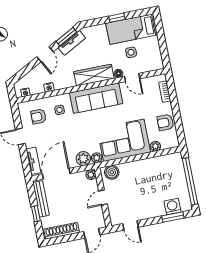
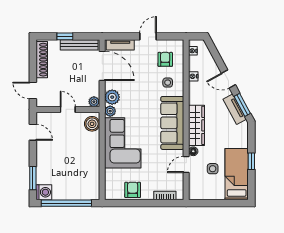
plant: (155, 146) -> (110, 175), removed
washing machine: (172, 207) -> (44, 192), moved
door: (130, 225) -> (33, 132), swing flipped

